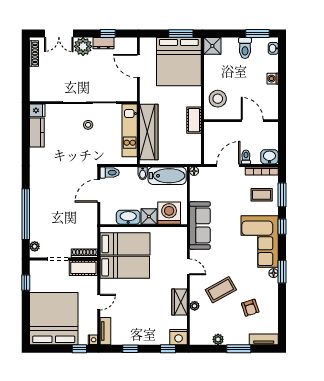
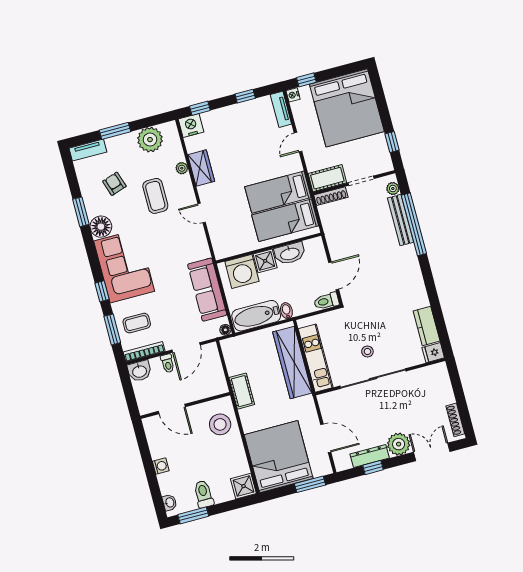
window: (181, 34) -> (310, 484), moved
dresser: (103, 43) -> (370, 456), width x1.44
bench: (35, 220) -> (401, 220), added
sofa: (200, 225) -> (207, 290), moved
window: (282, 272) -> (81, 212), moved
floor lamp: (274, 273) -> (101, 227), width x1.89, depth x1.89
coffee table: (221, 290) -> (155, 196), turned -61
plant: (218, 339) -> (150, 140), width x1.88, depth x1.88

